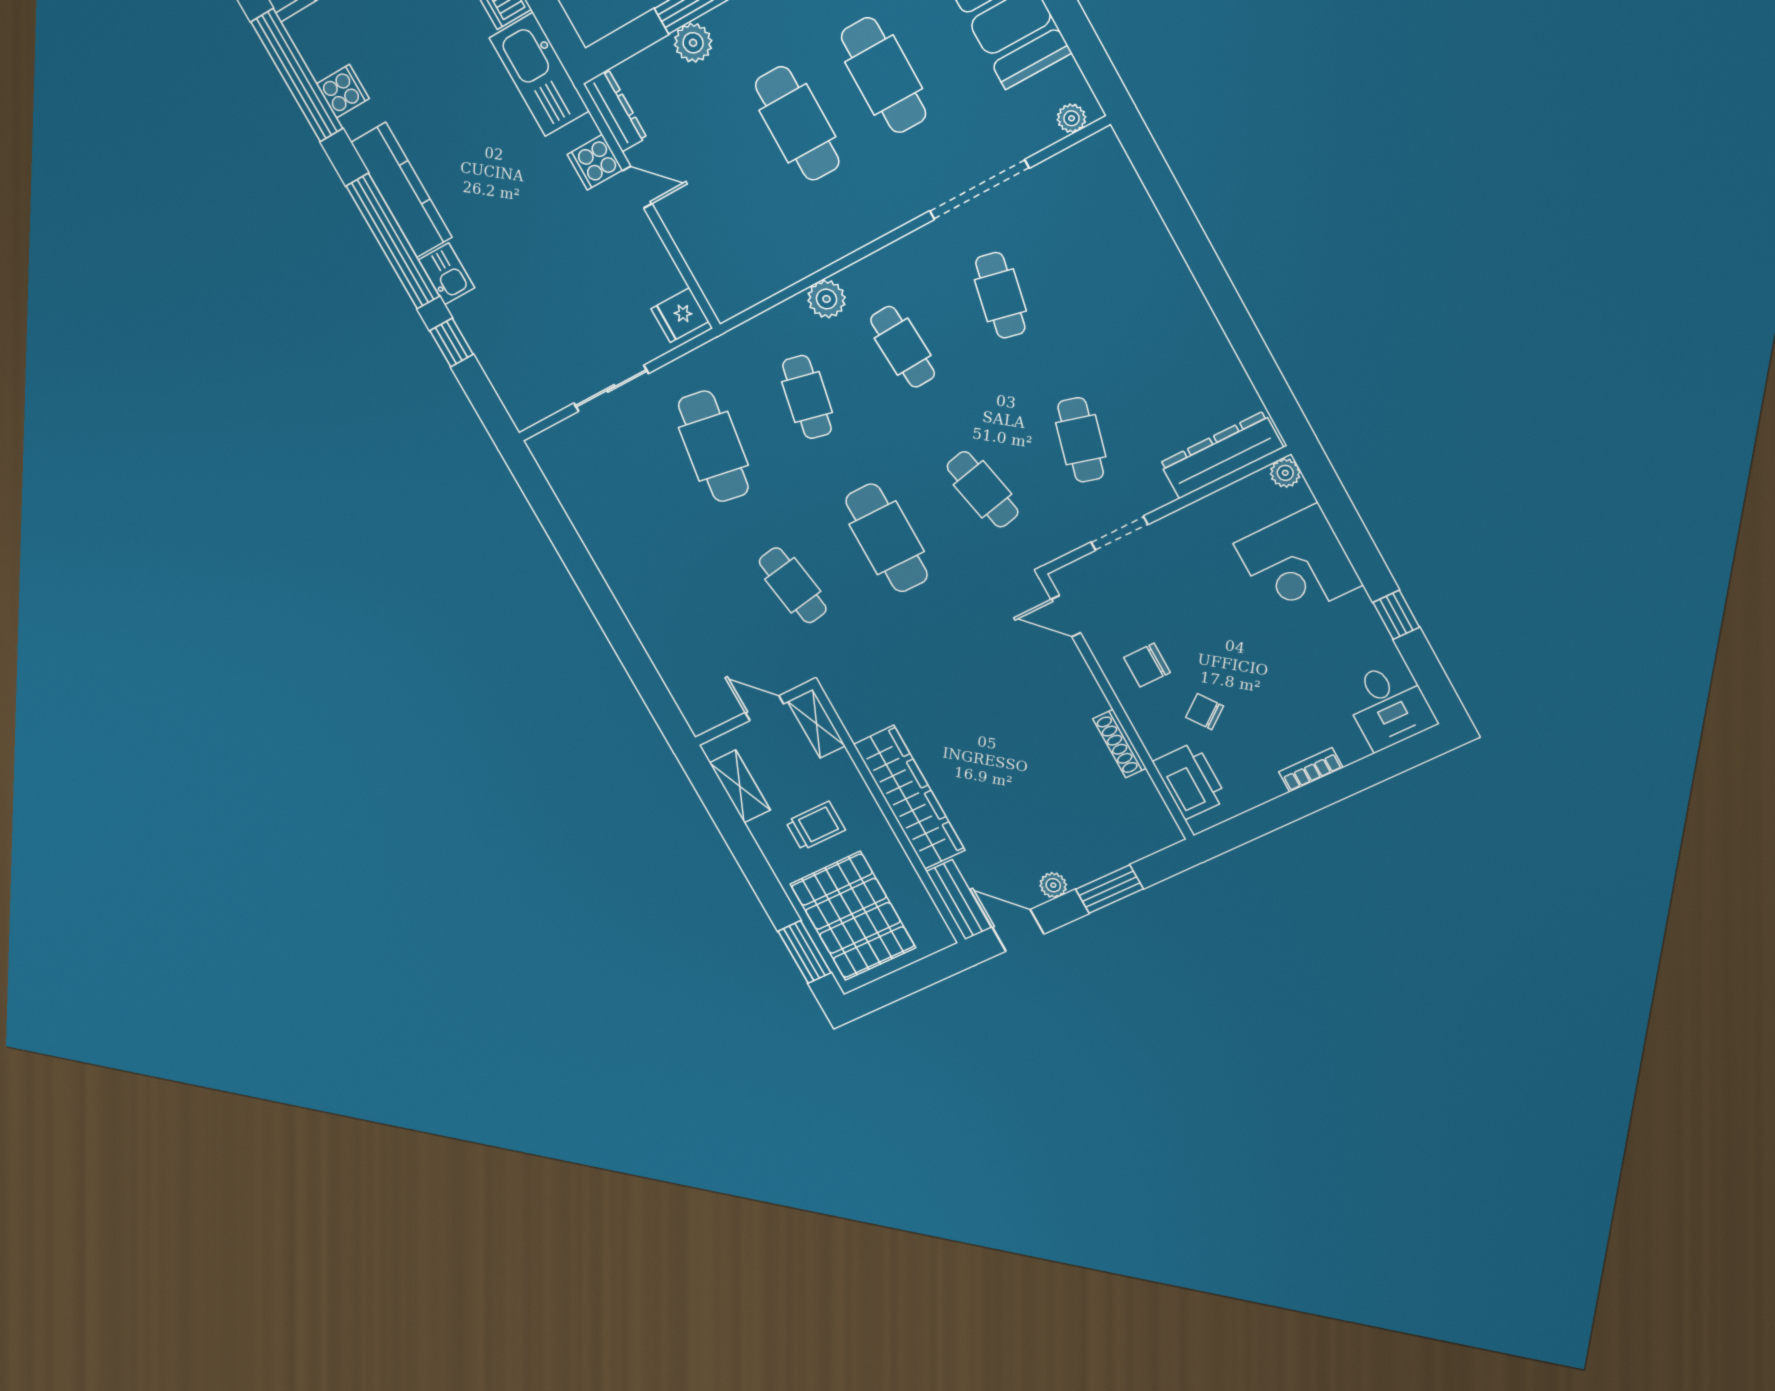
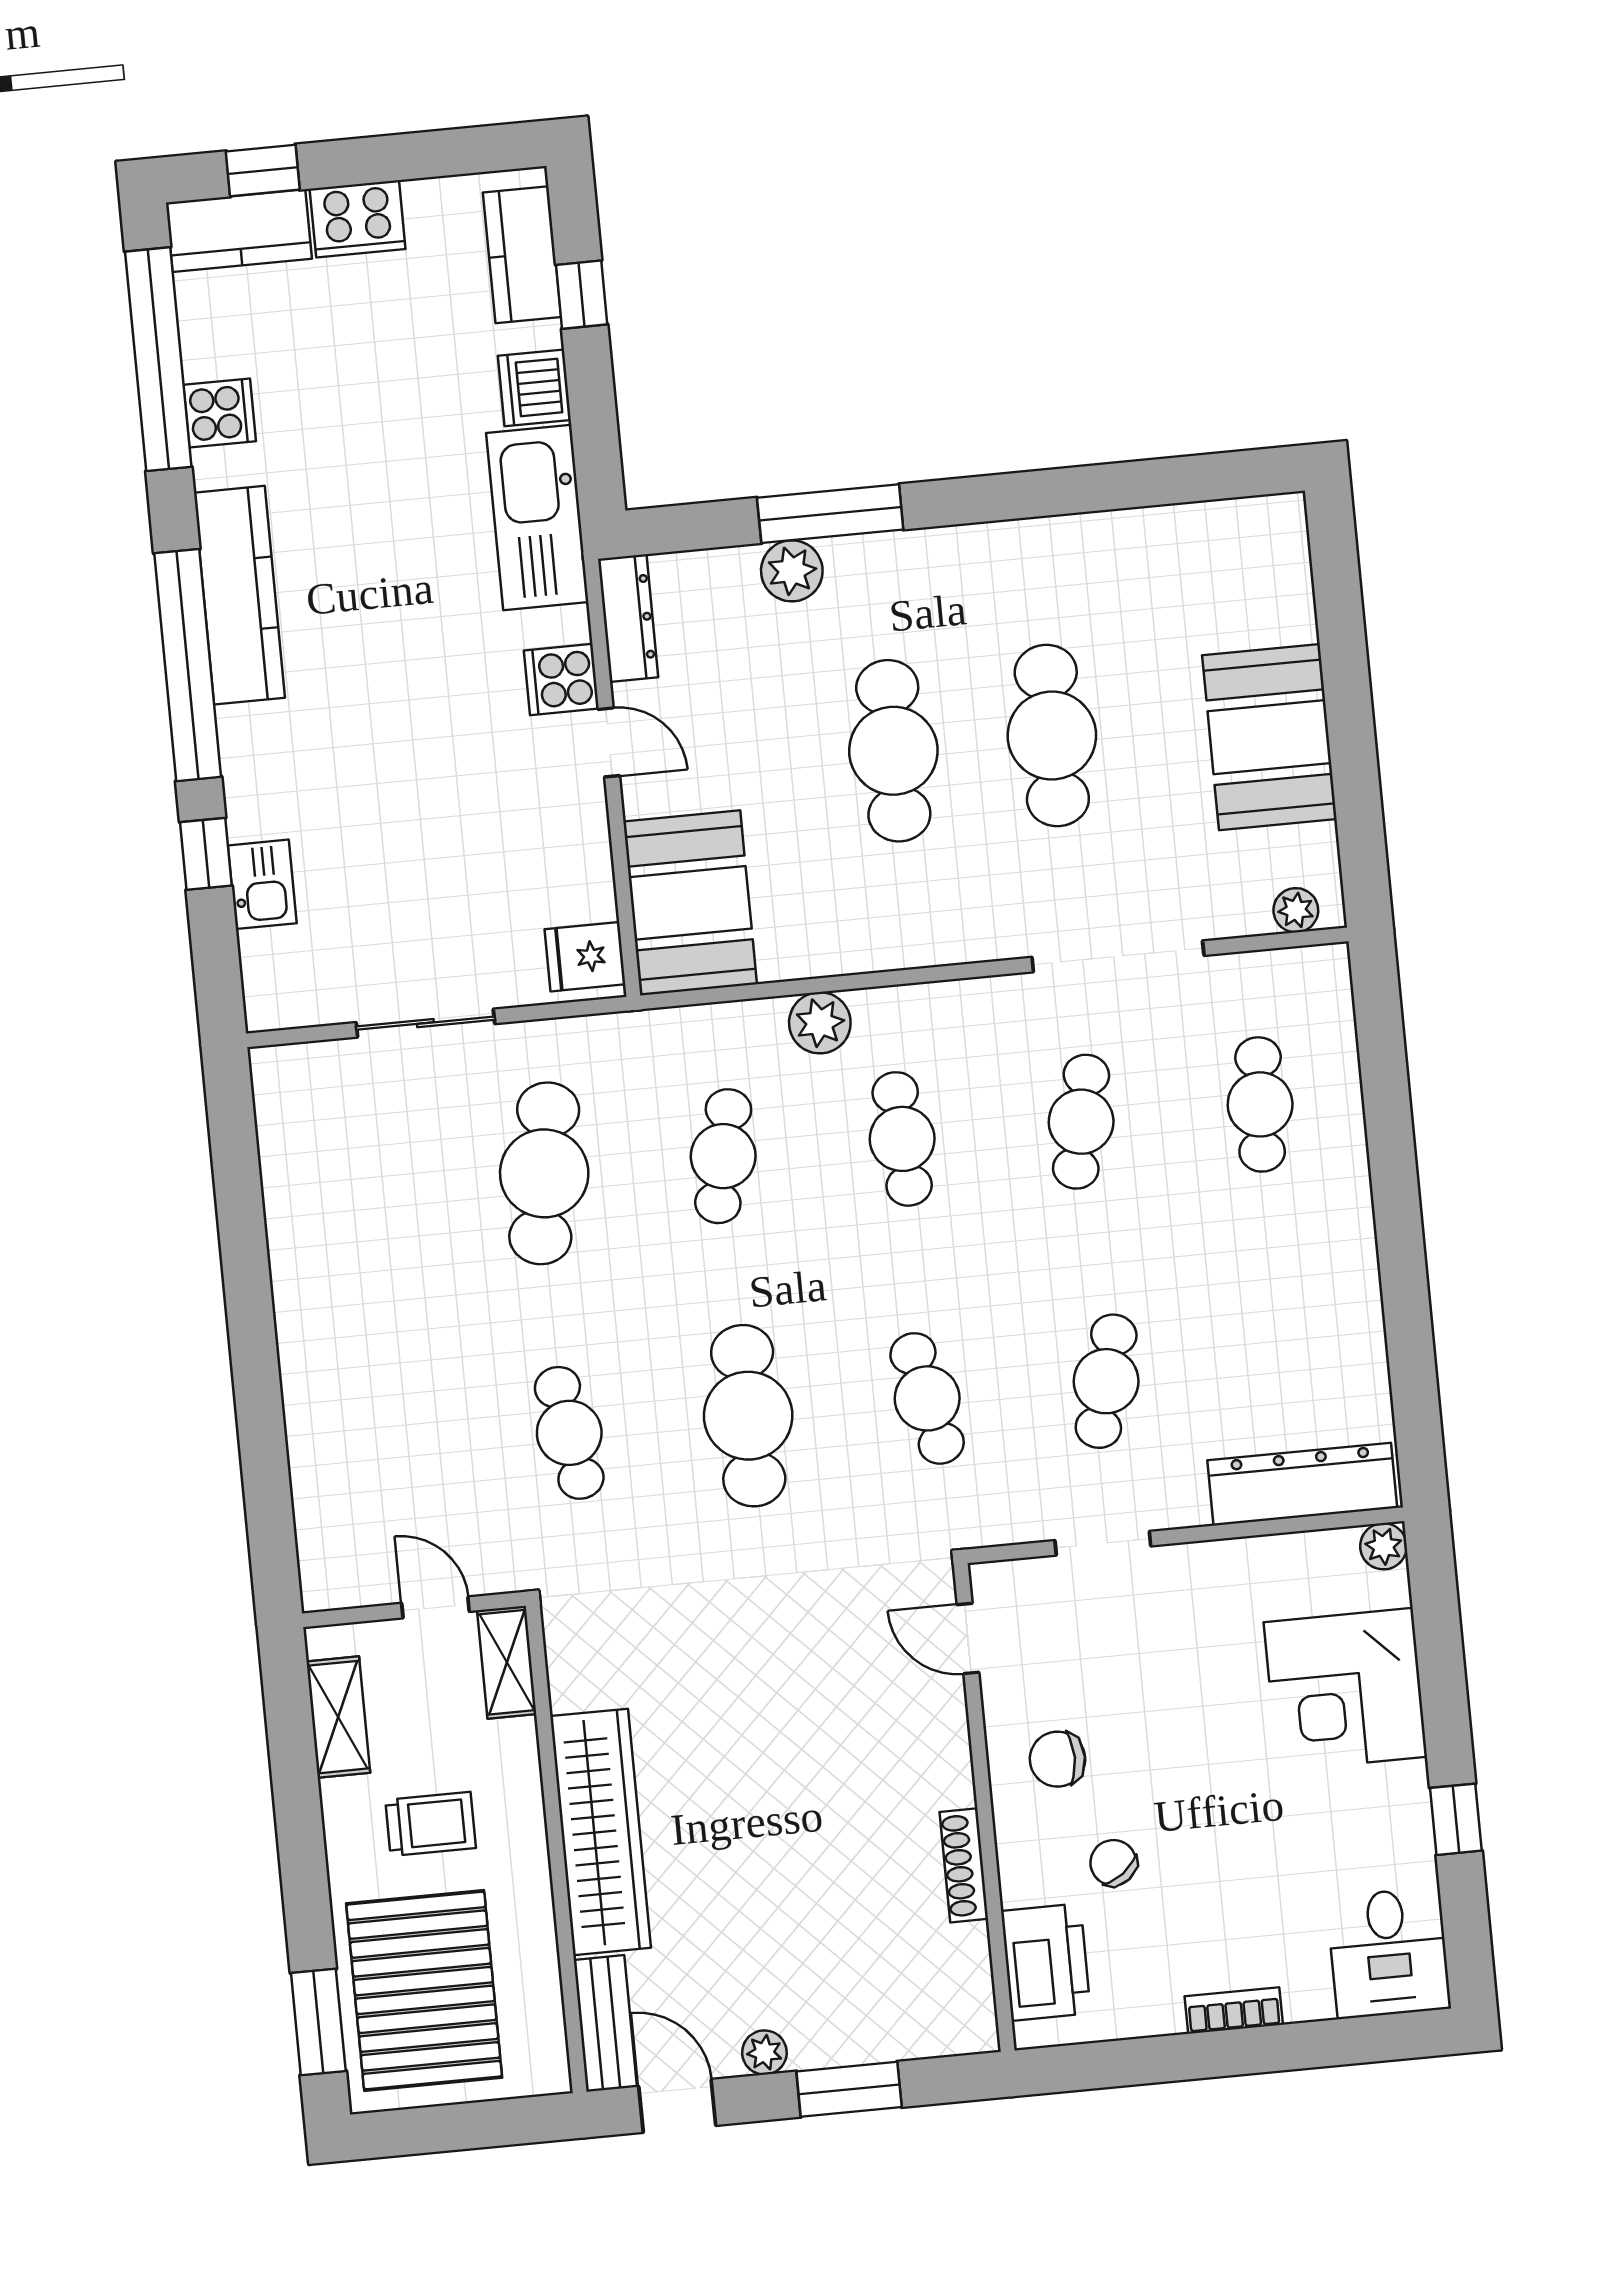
cafe table: (1100, 243) -> (1260, 1104), added
booth: (724, 260) -> (690, 903), added
kitchen sink: (447, 274) -> (262, 884), moved

